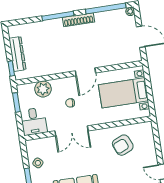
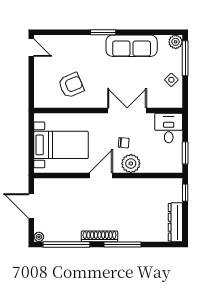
dresser: (17, 54) -> (175, 222), moved
plant: (43, 89) -> (131, 164), moved

